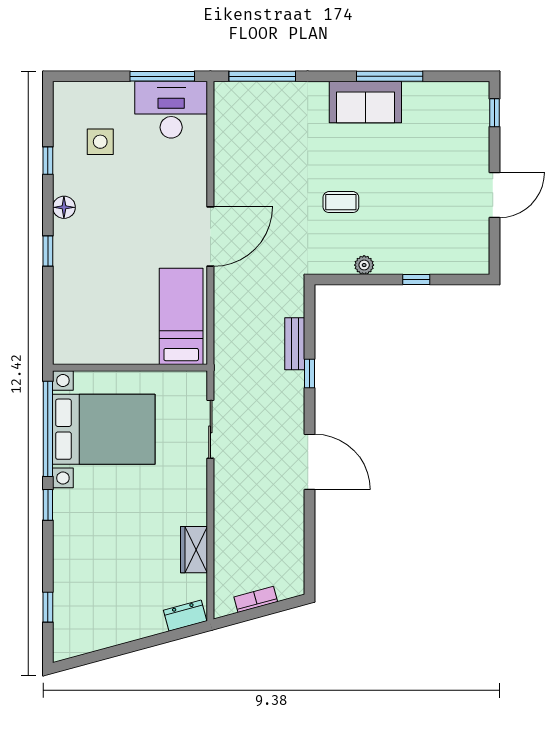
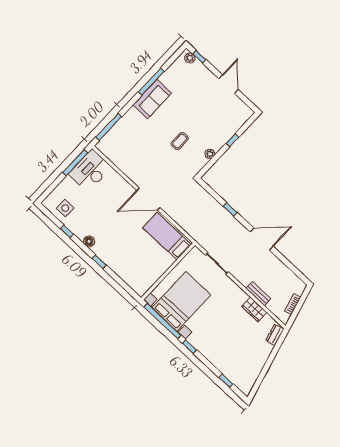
plant: (479, 101) -> (190, 58), added
side table: (100, 142) -> (65, 208), moved
door: (210, 237) -> (148, 199), swing flipped
bench: (295, 344) -> (258, 294), moved

